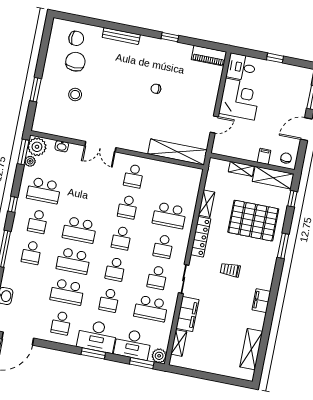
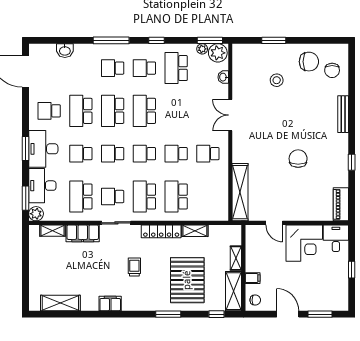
chair: (75, 62) -> (309, 62), moved
chair: (156, 89) -> (298, 159), width x1.87, depth x1.87
school desk: (163, 246) -> (144, 197), width x1.85

